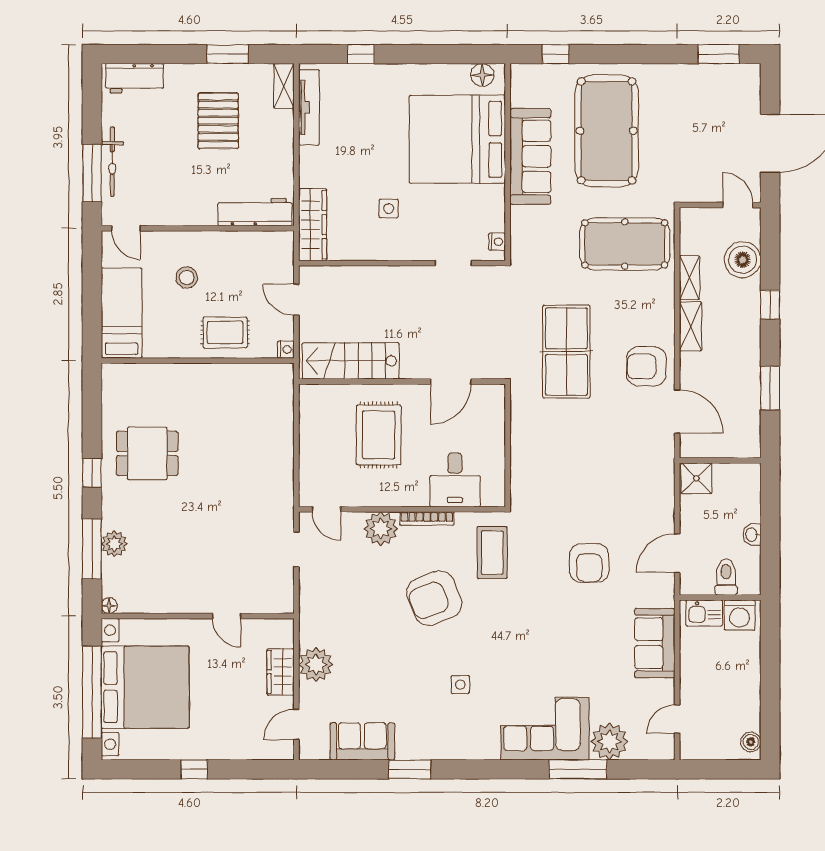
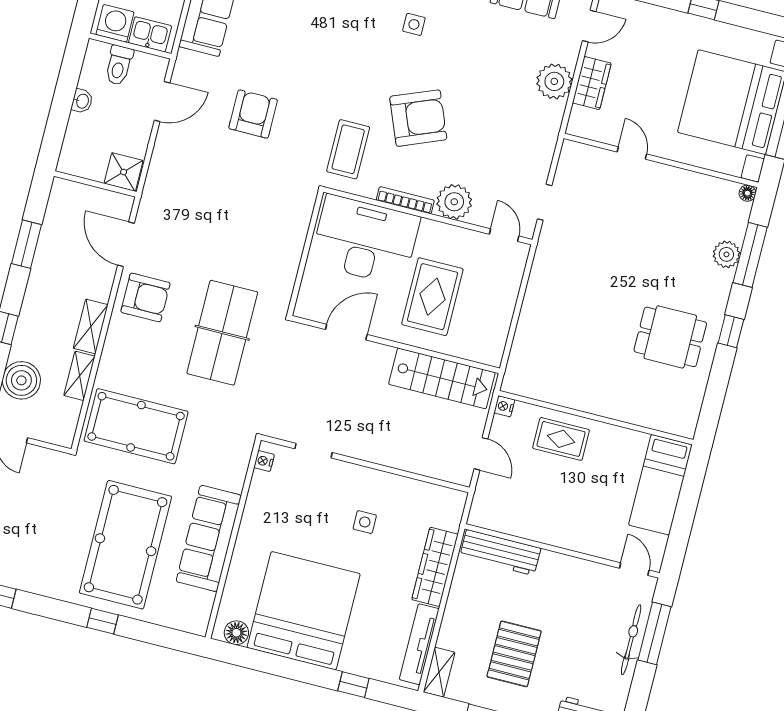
window: (556, 54) -> (103, 621), moved
bed: (457, 139) -> (304, 611), moved, turned -90
wardrobe: (313, 225) -> (435, 567), moved
stool: (187, 277) -> (586, 504), removed
desk: (455, 480) -> (365, 240), width x1.87, depth x1.30

